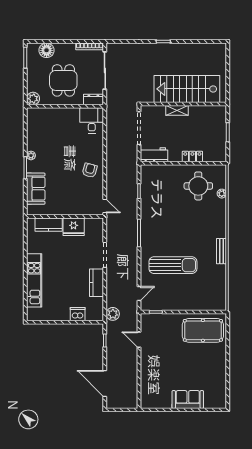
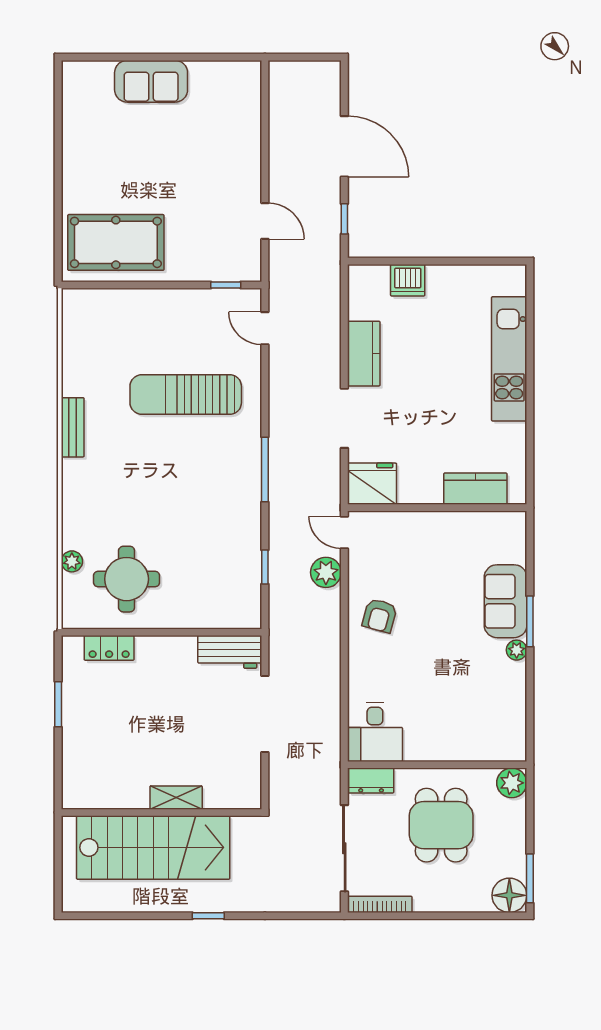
floor lamp: (47, 50) -> (509, 895), moved
stairs: (187, 89) -> (153, 847), moved
wall: (183, 104) -> (161, 812), moved
shelving: (177, 110) -> (176, 798), moved
locker: (192, 156) -> (109, 648), moved
sofa: (36, 189) -> (506, 601), moved
fridge: (74, 227) -> (372, 484), moved
door: (139, 294) -> (265, 328), hinge flipped
plant: (113, 314) -> (326, 572), moved
door: (105, 383) -> (344, 146), moved

